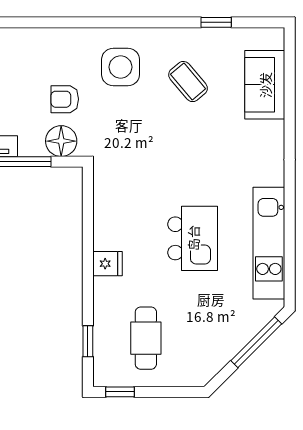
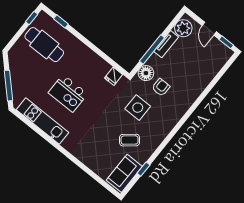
side table: (121, 67) -> (138, 108), moved
sofa: (265, 85) -> (124, 173), moved, turned -90
fridge: (107, 264) -> (114, 76), moved
cafe table: (146, 338) -> (44, 45), width x1.37, depth x1.35

